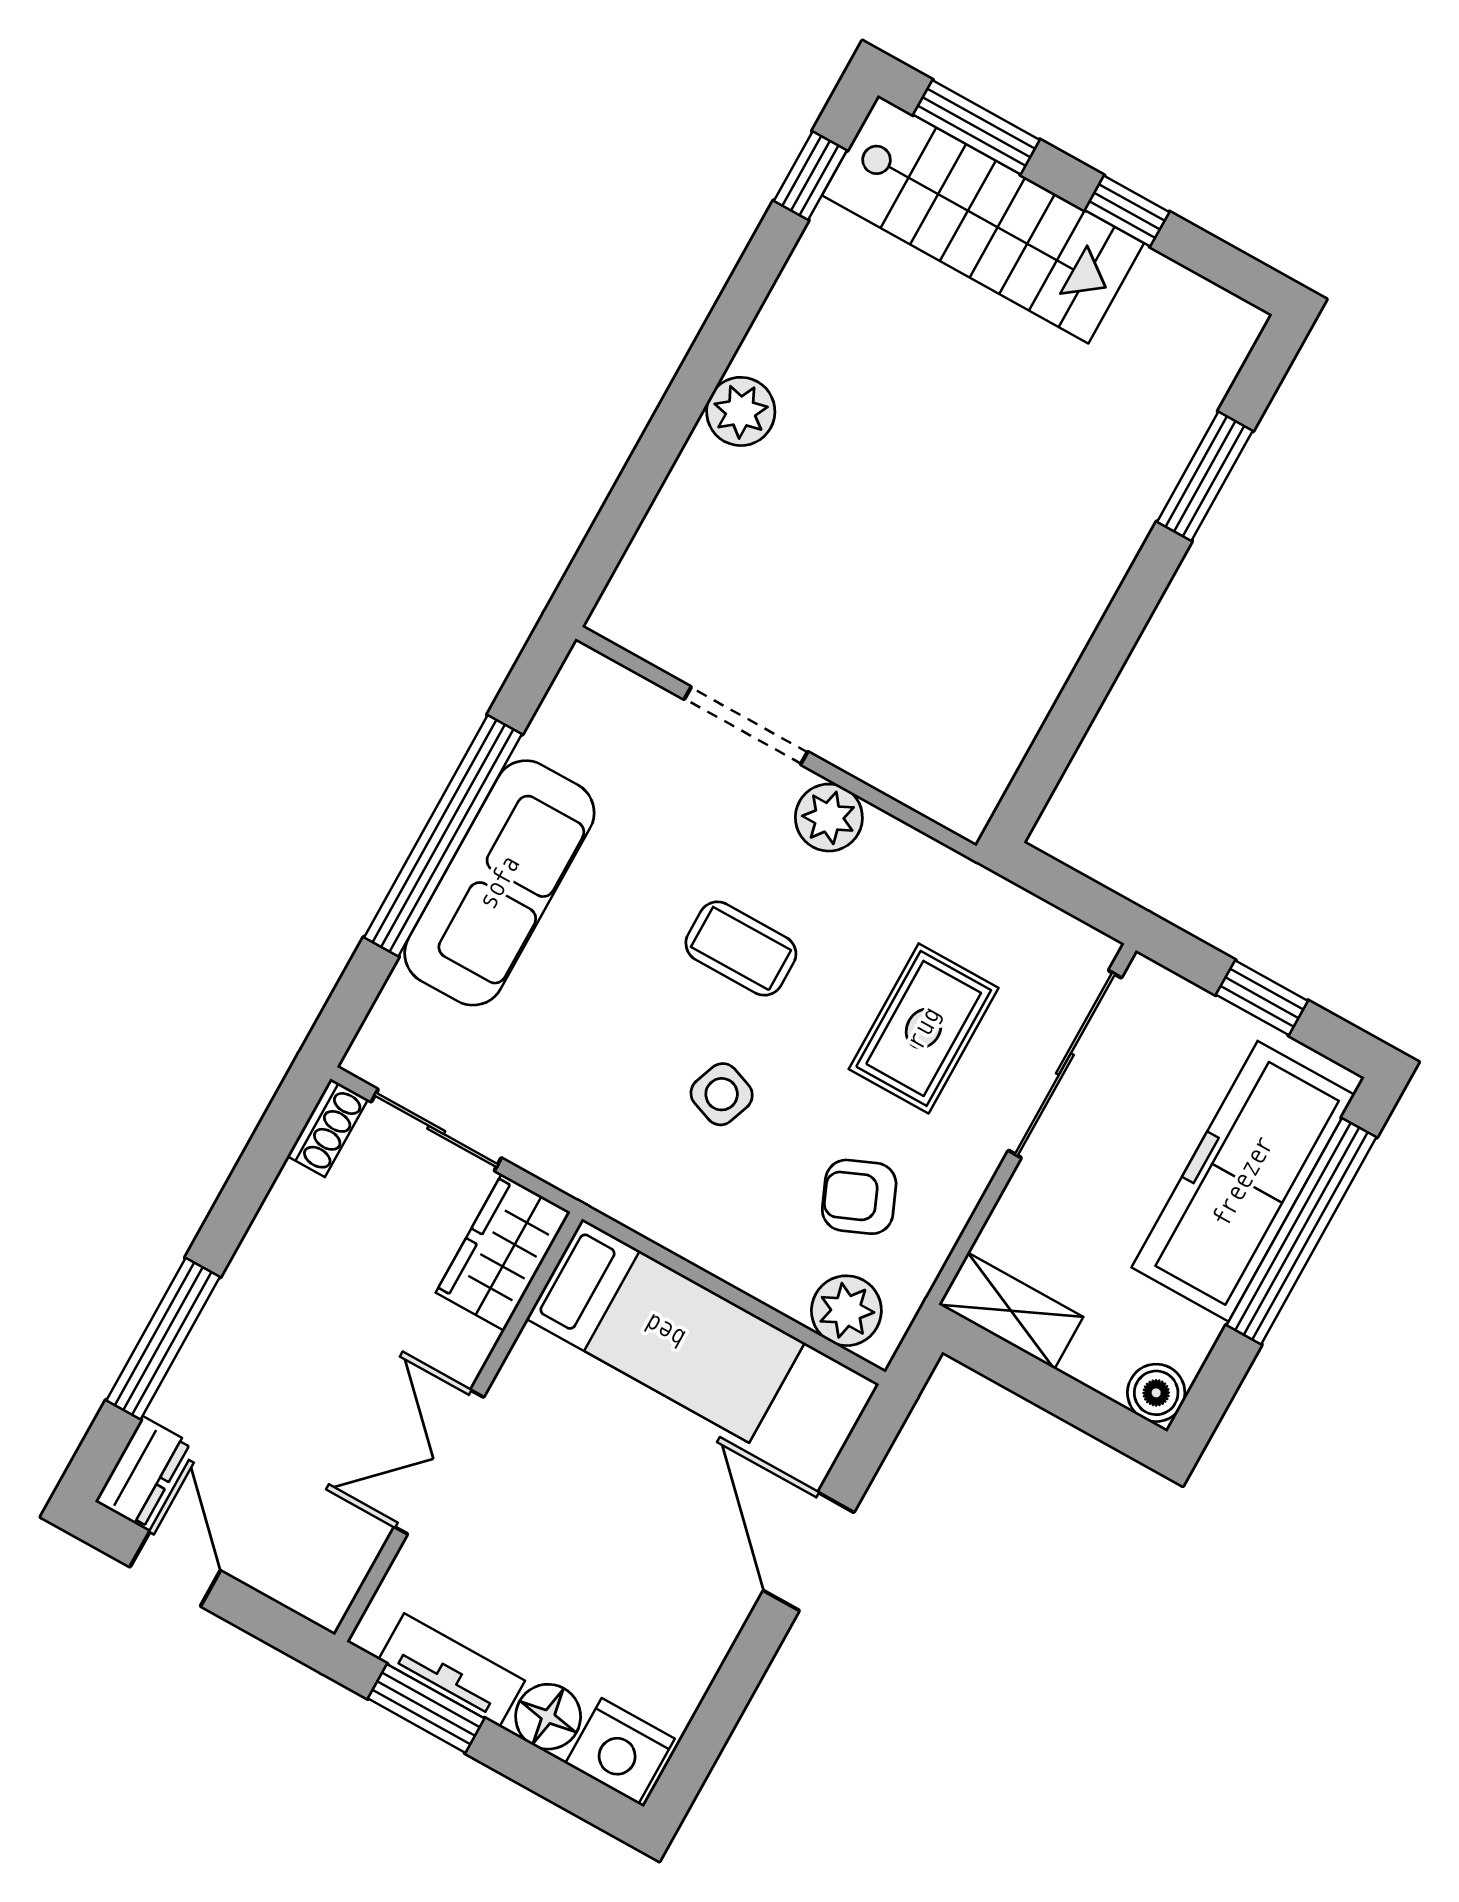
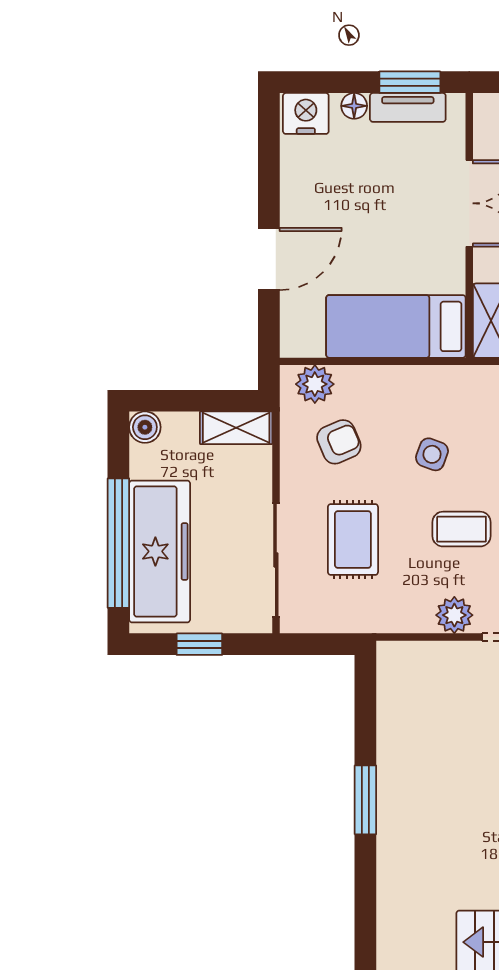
window: (1205, 476) -> (365, 800), moved
door: (809, 1551) -> (269, 259), hinge flipped
floor lamp: (548, 1717) -> (354, 106), width x0.73, depth x0.73

